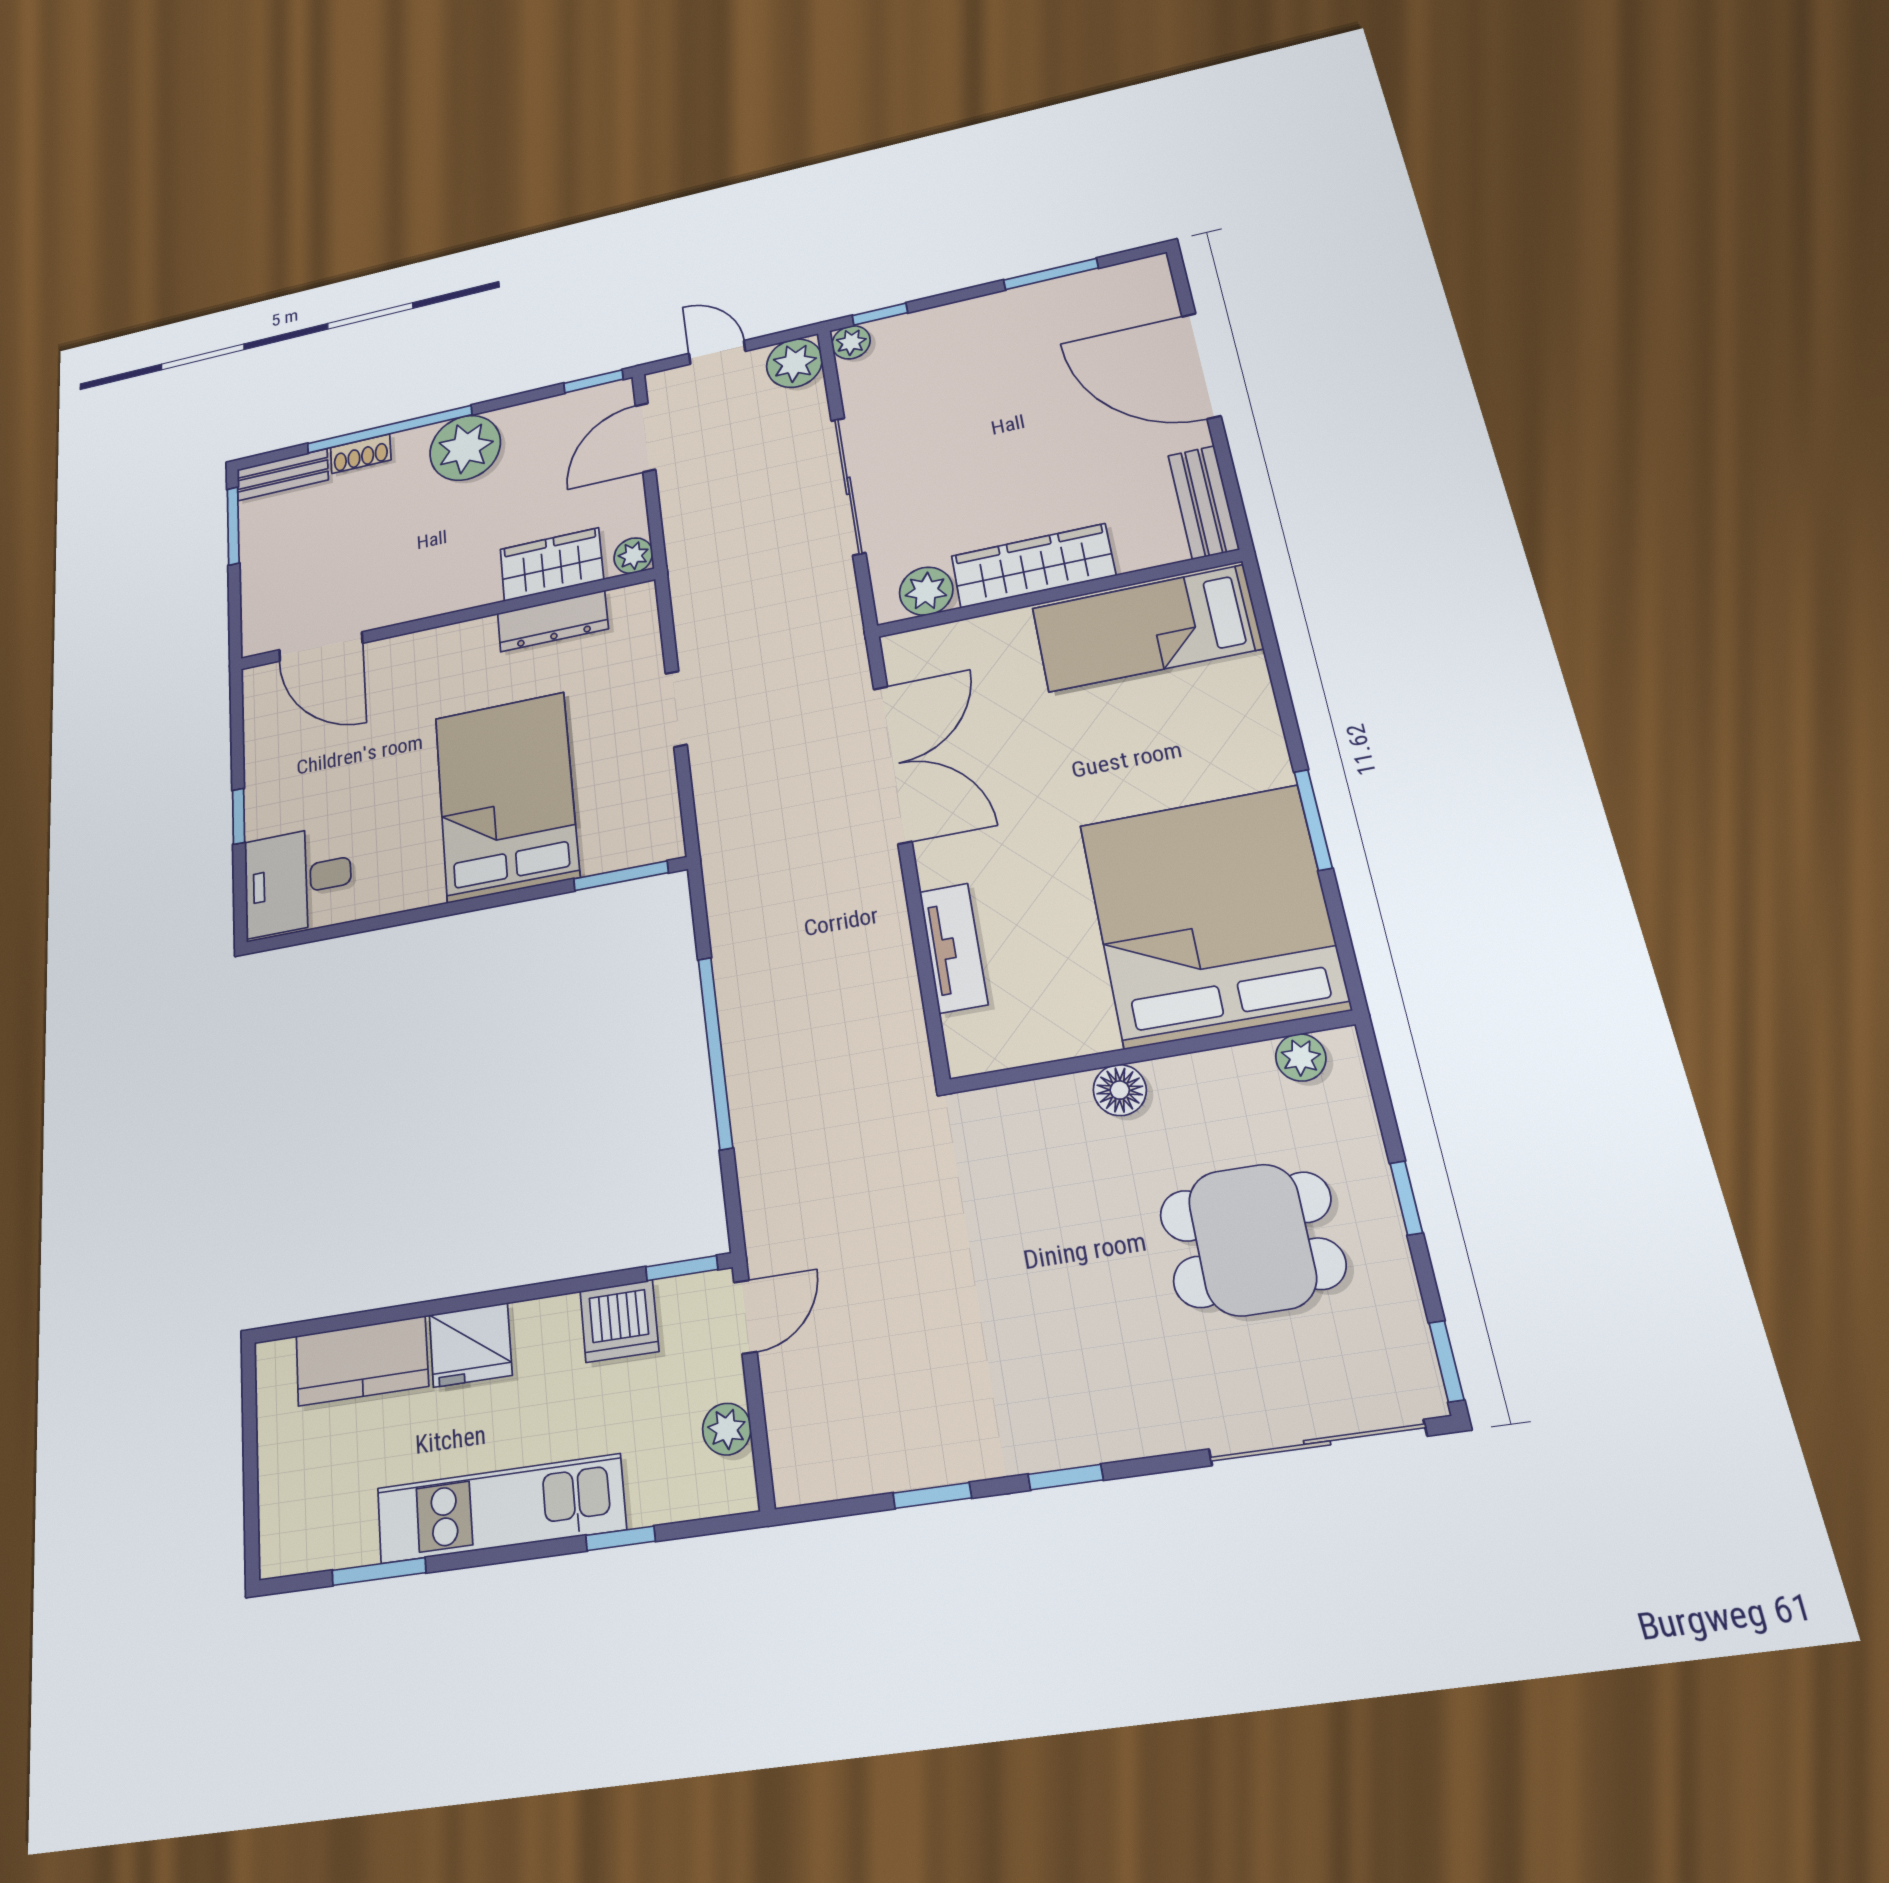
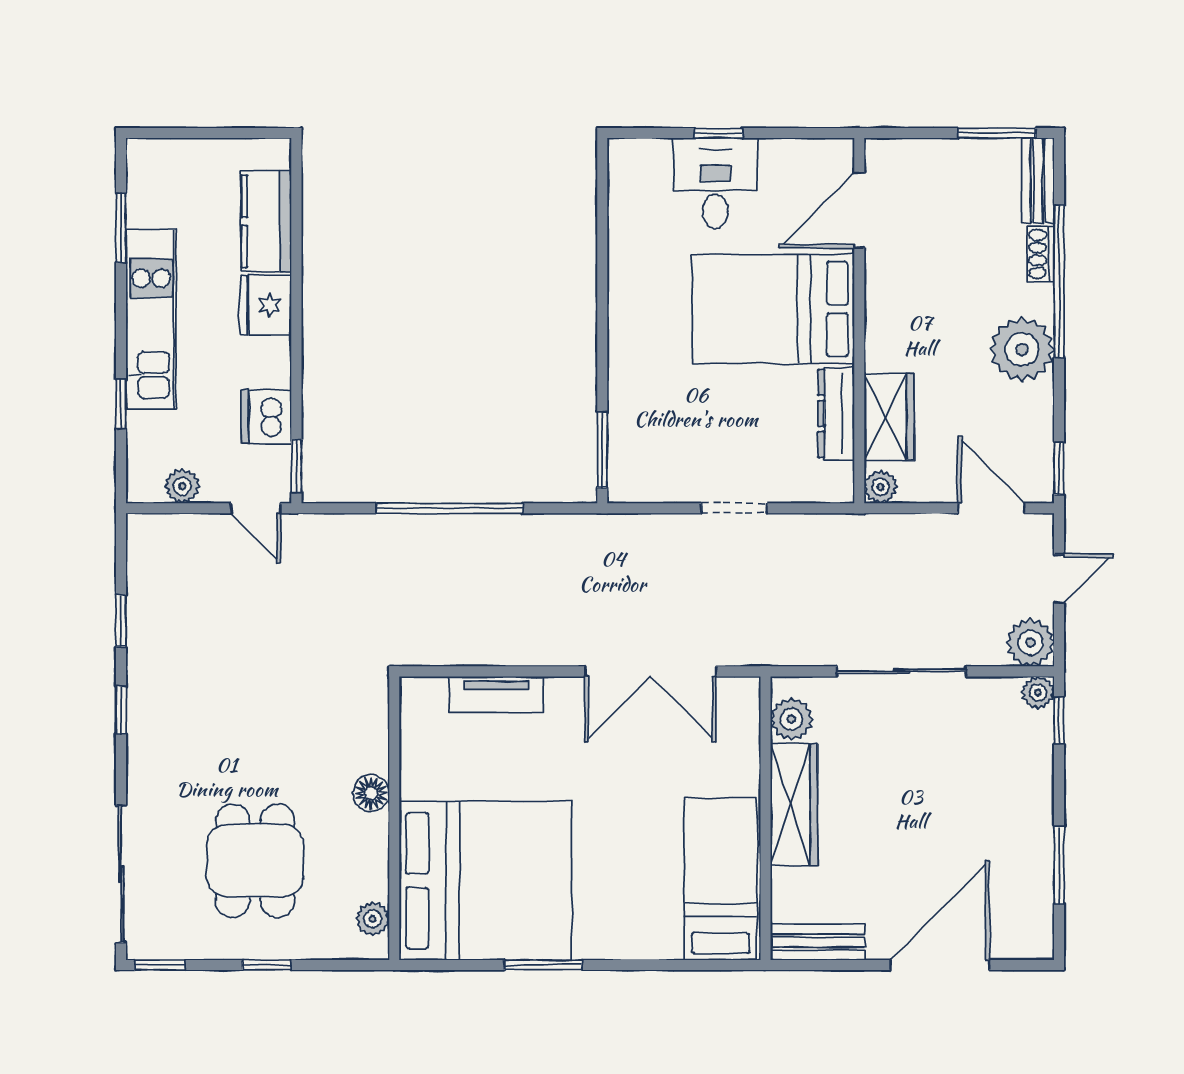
bed: (506, 796) -> (773, 309), moved, turned 180
desk: (298, 880) -> (715, 183), moved

